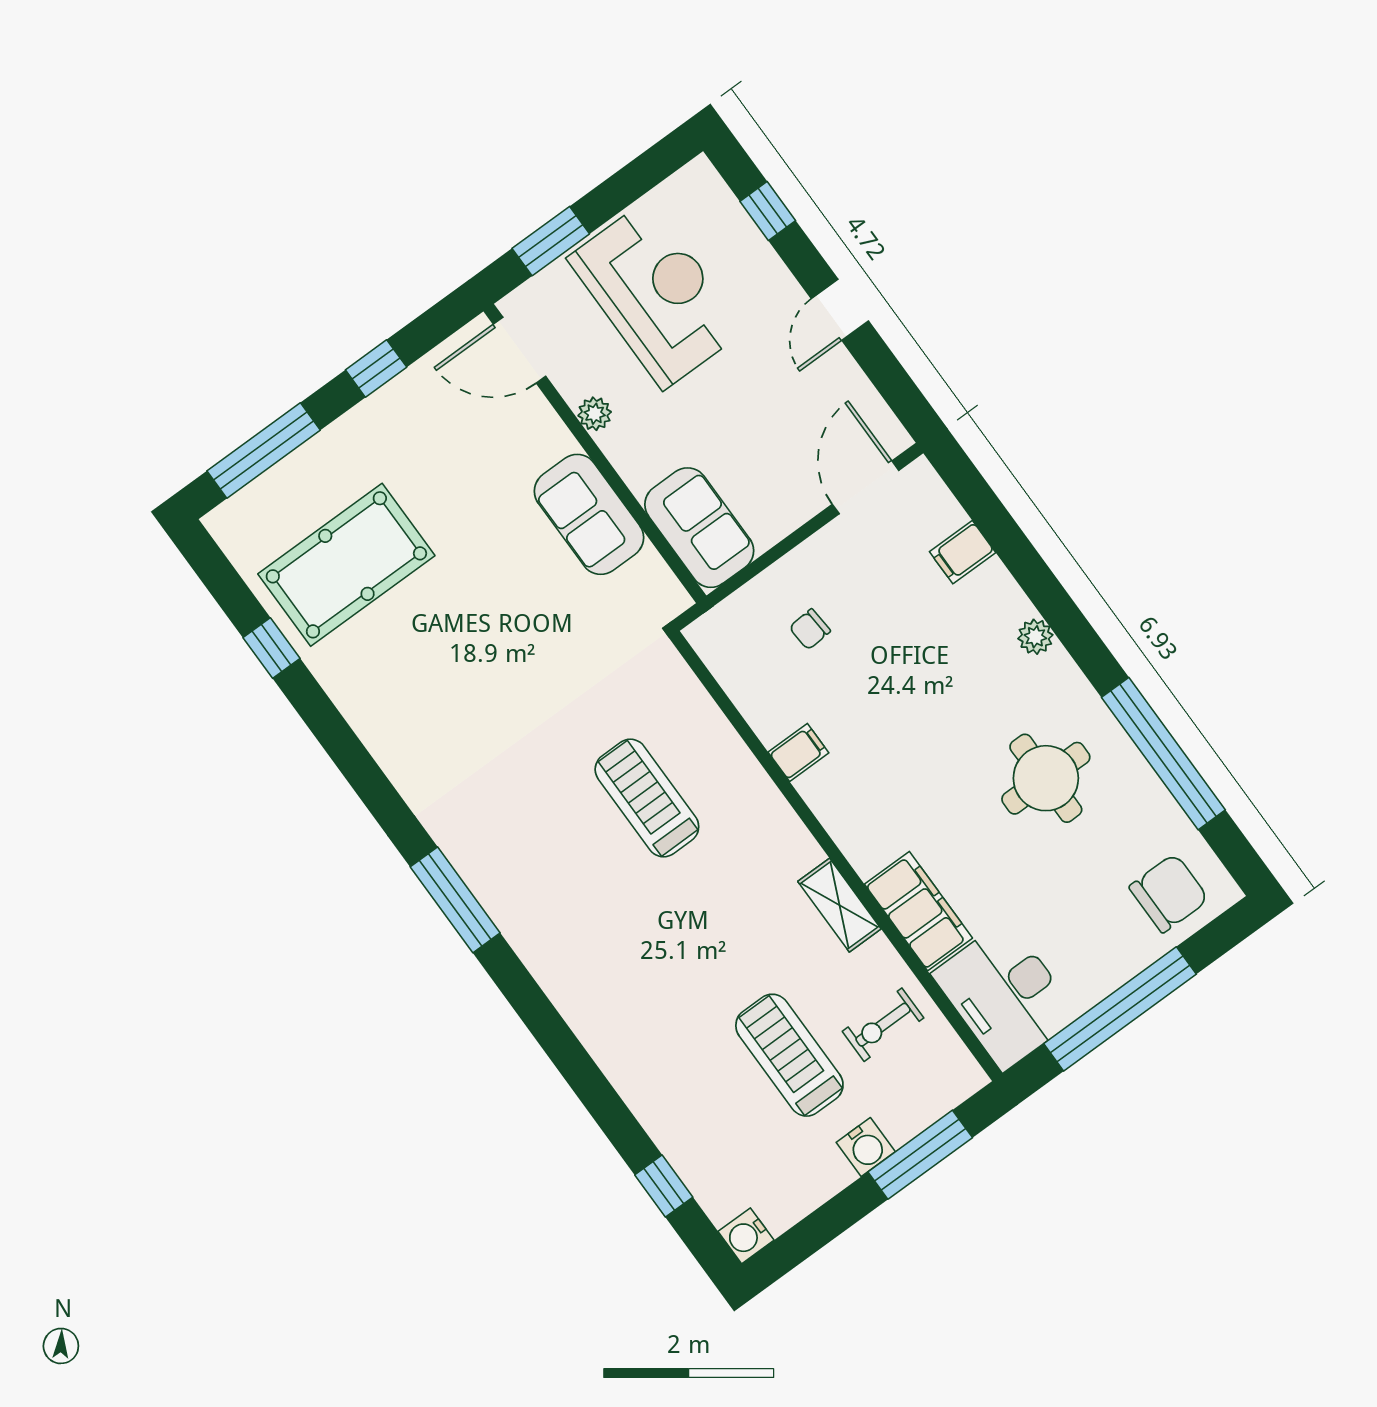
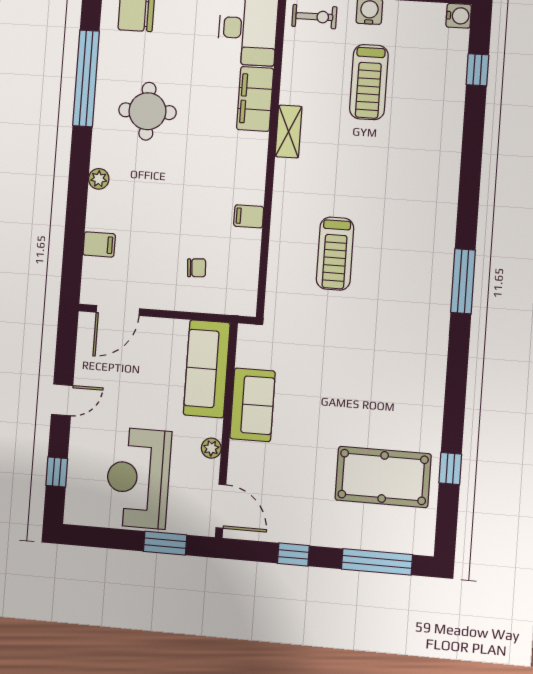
sofa: (699, 528) -> (207, 369), width x1.36
exercise bike: (883, 1025) -> (314, 17), moved

